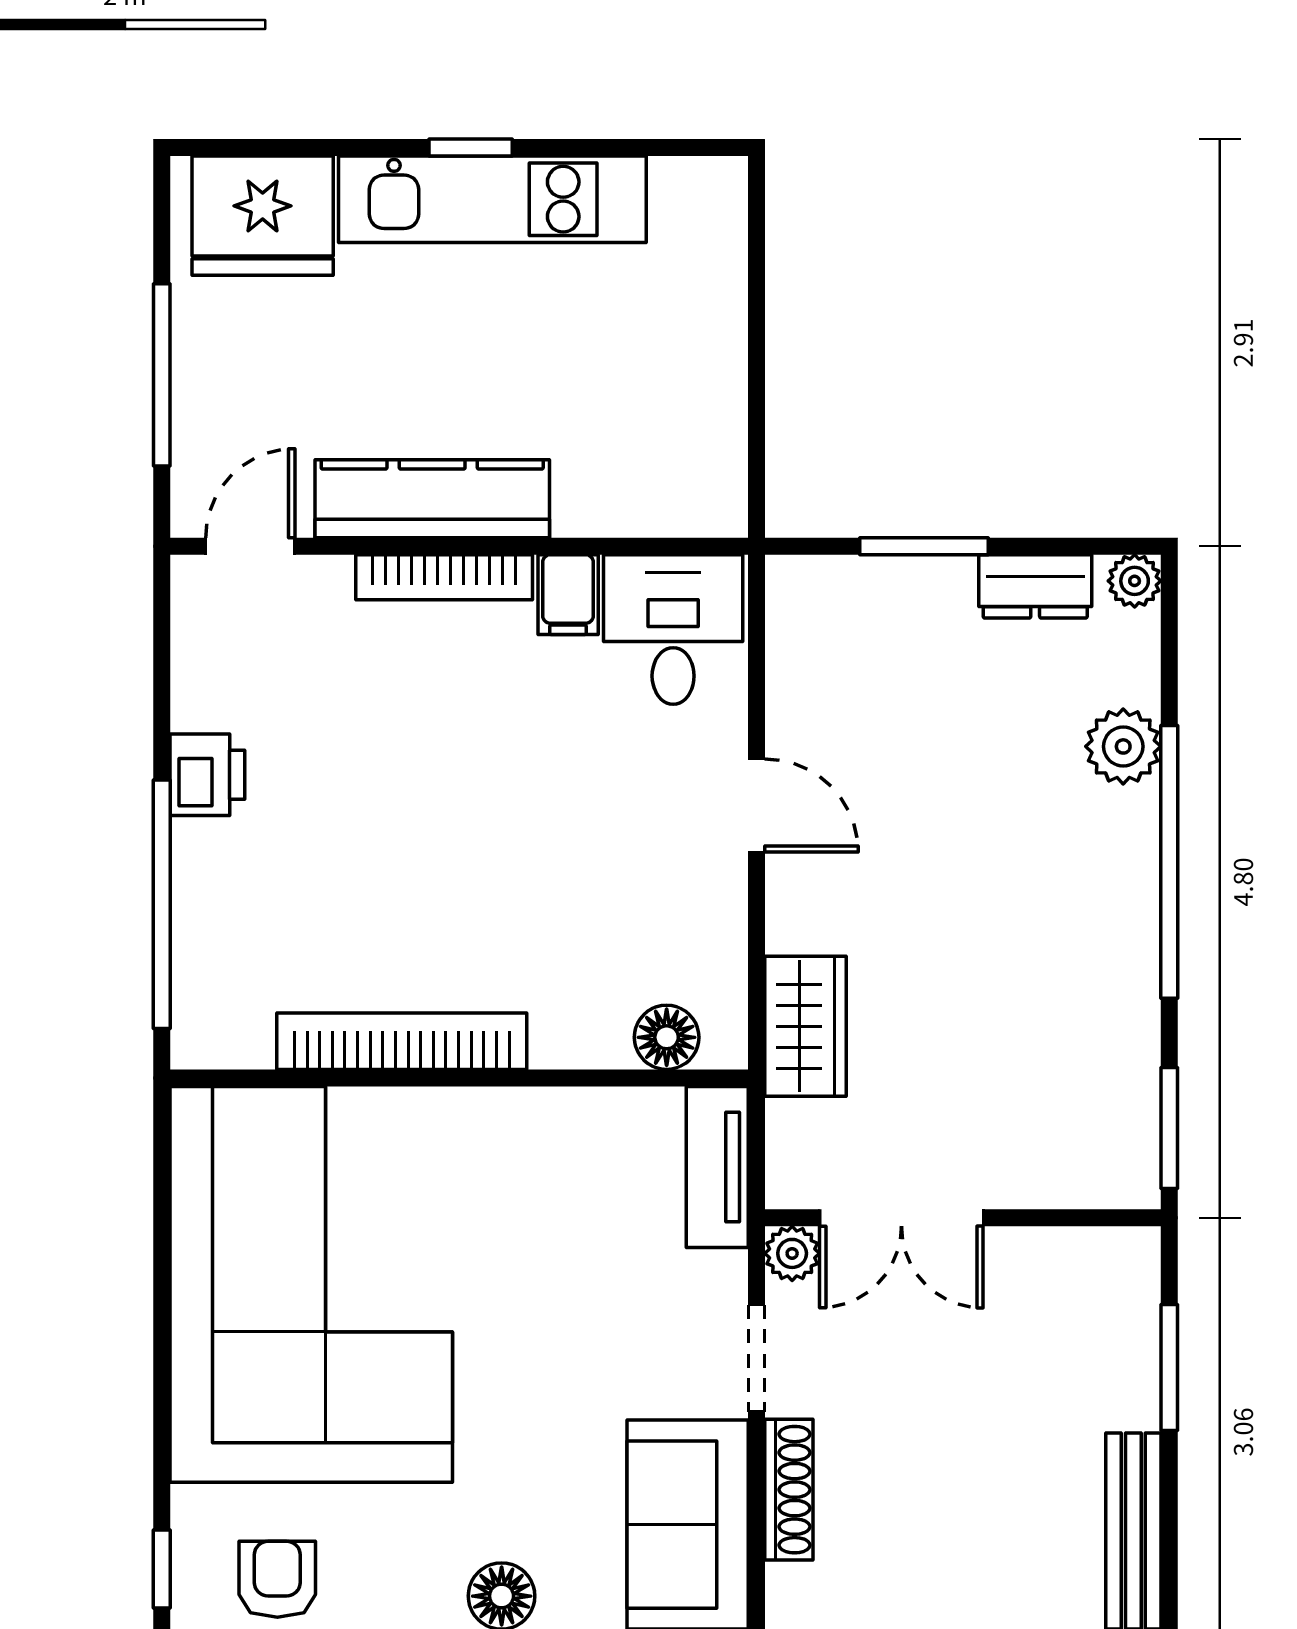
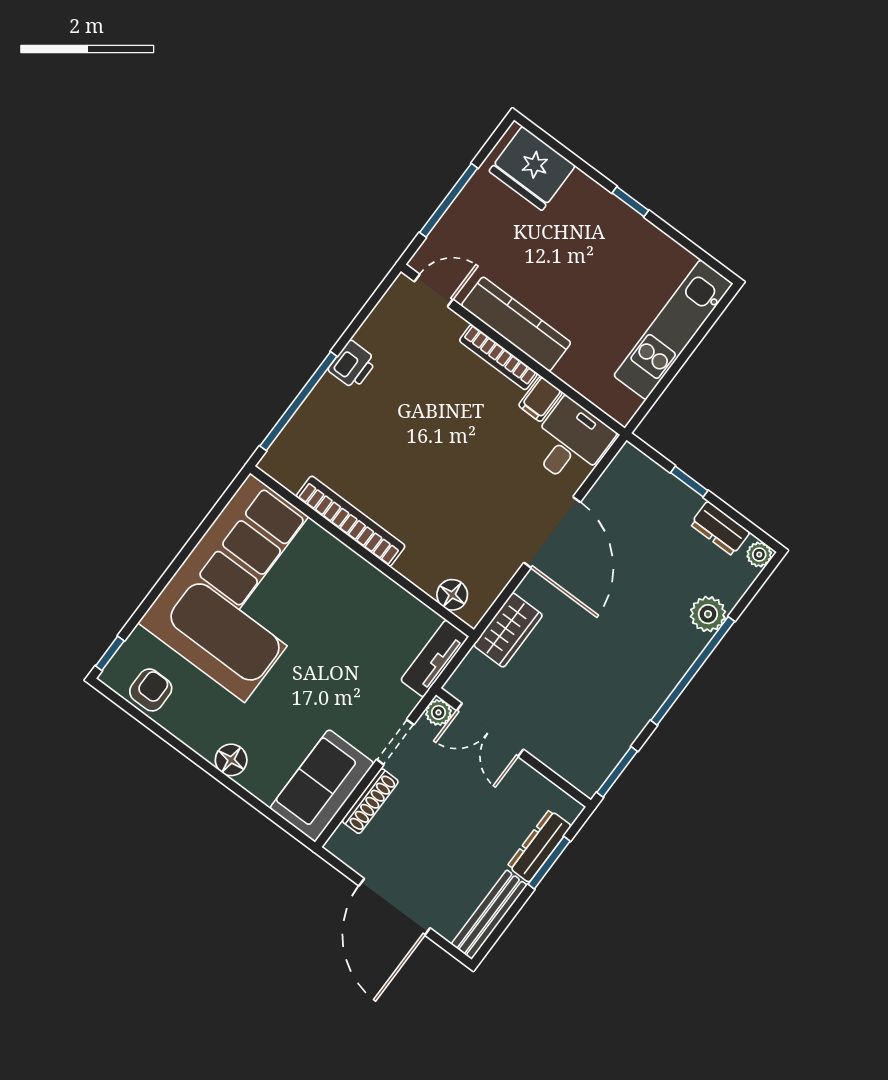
kitchen unit: (492, 199) -> (673, 330), moved, turned 90
window: (924, 546) -> (689, 482), width x0.67
door: (756, 805) -> (552, 532), width x1.87
dresser: (1131, 1352) -> (539, 846), added

